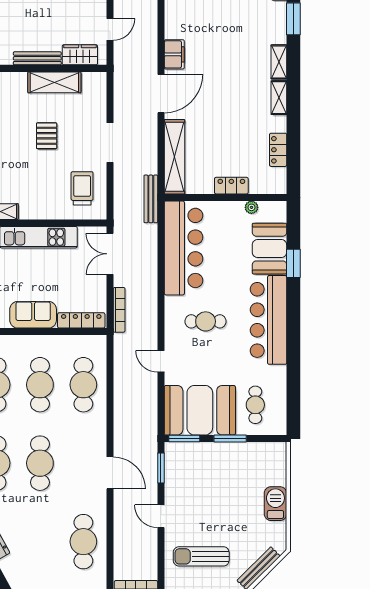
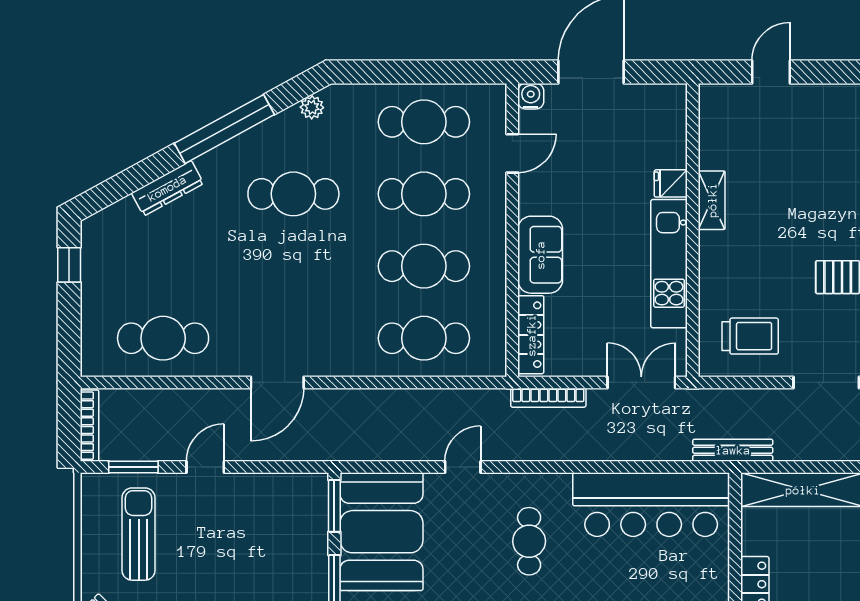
cafe table: (40, 463) -> (293, 266), removed
window: (161, 468) -> (133, 467), moved

